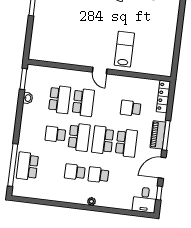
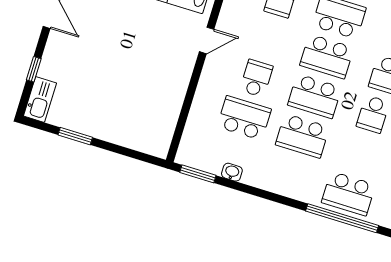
school desk: (83, 102) -> (256, 78), width x0.54
school desk: (55, 134) -> (302, 136), width x1.85
school desk: (79, 137) -> (315, 96), turned 180

